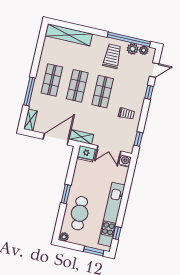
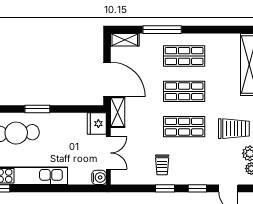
window: (138, 139) -> (165, 188), moved
double door: (109, 150) -> (108, 153), swing flipped

